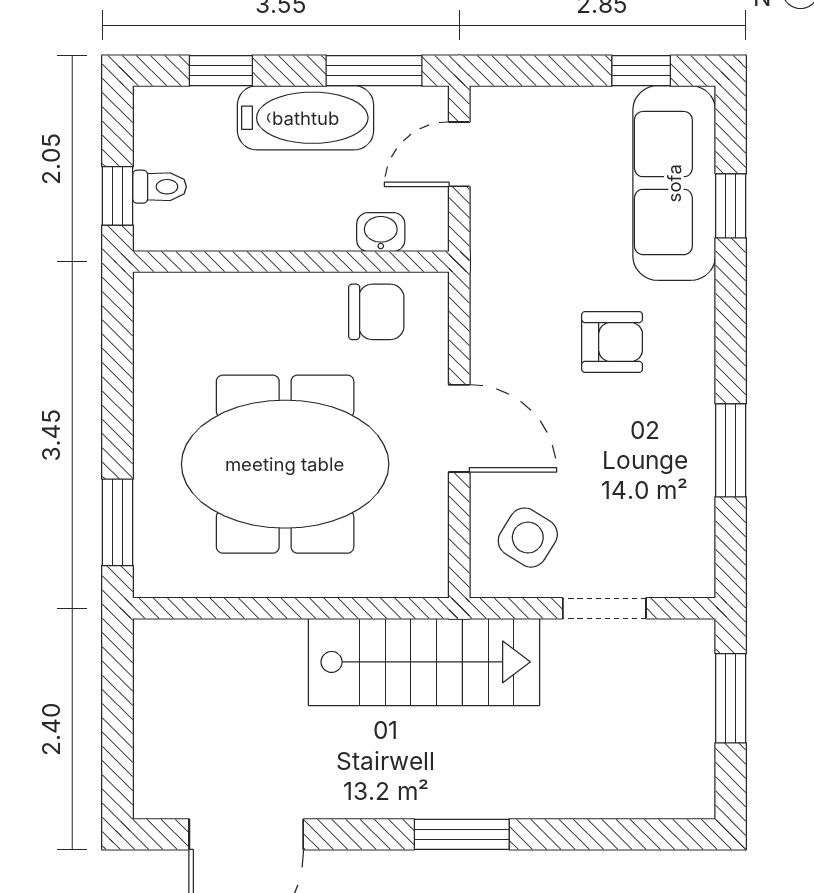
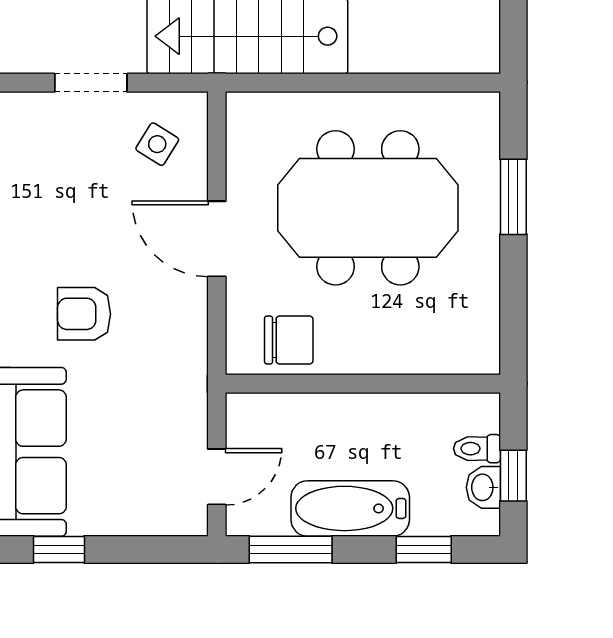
window: (118, 196) -> (513, 476), moved
washbasin: (381, 232) -> (483, 487), moved, turned 90
chair: (376, 312) -> (289, 340), turned 180
window: (118, 522) -> (513, 197), moved
side table: (528, 538) -> (157, 144), width x0.73, depth x0.73

